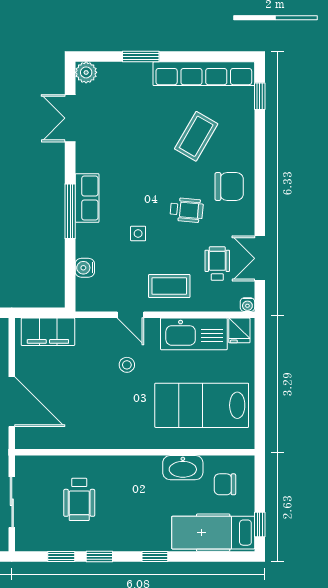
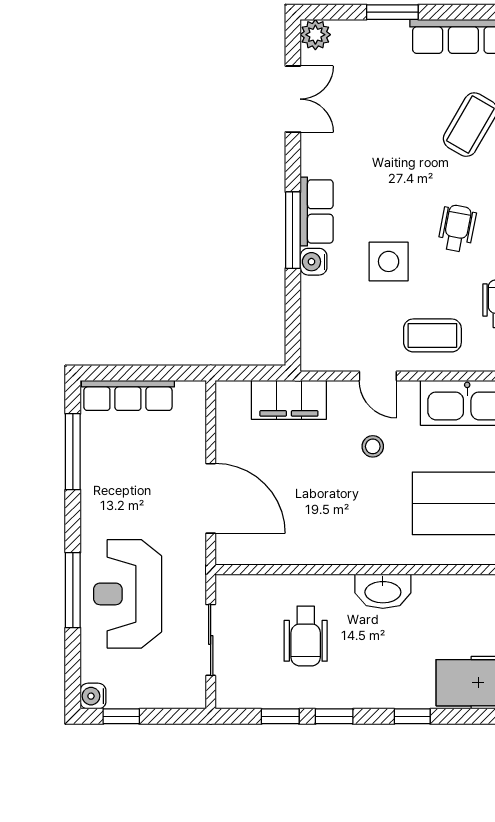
double door: (70, 118) -> (293, 99), swing flipped
wheelchair: (187, 210) -> (457, 228), turned -84
side table: (138, 234) -> (389, 261), width x1.87, depth x1.87
water cooler: (85, 268) -> (314, 262), moved
filing cabinet: (48, 332) -> (289, 400), moved
washbasin: (183, 468) -> (383, 591), moved

